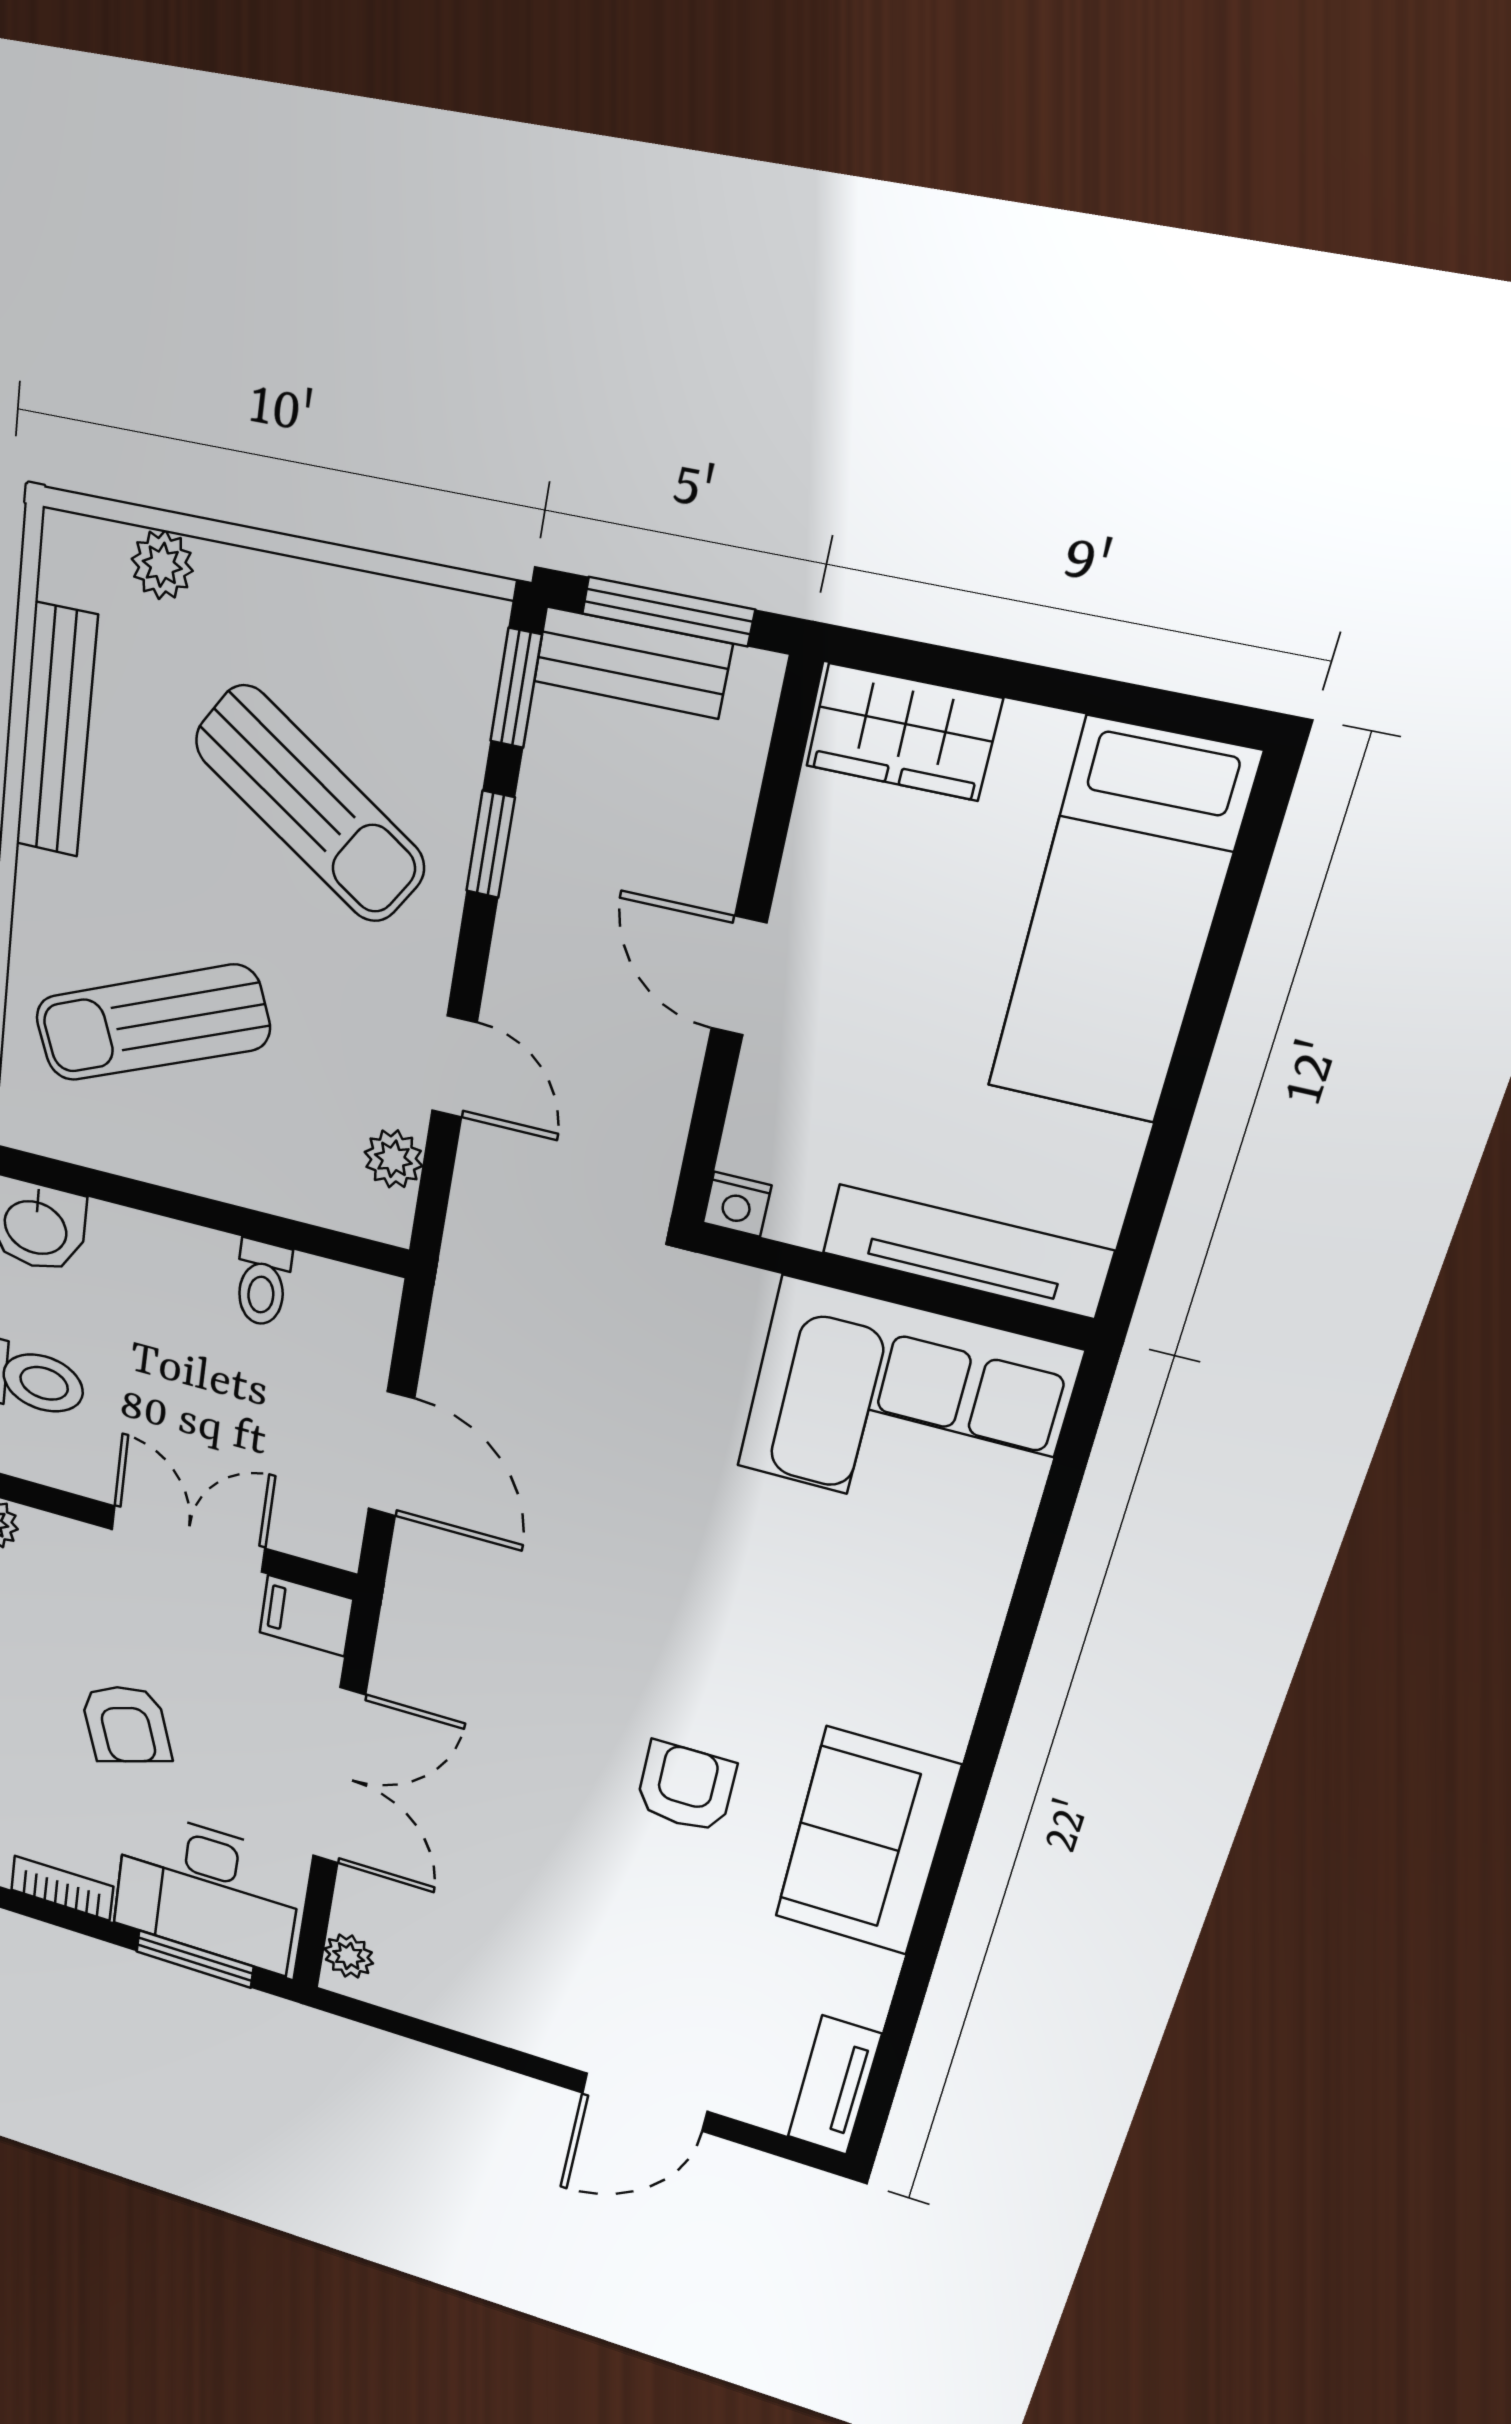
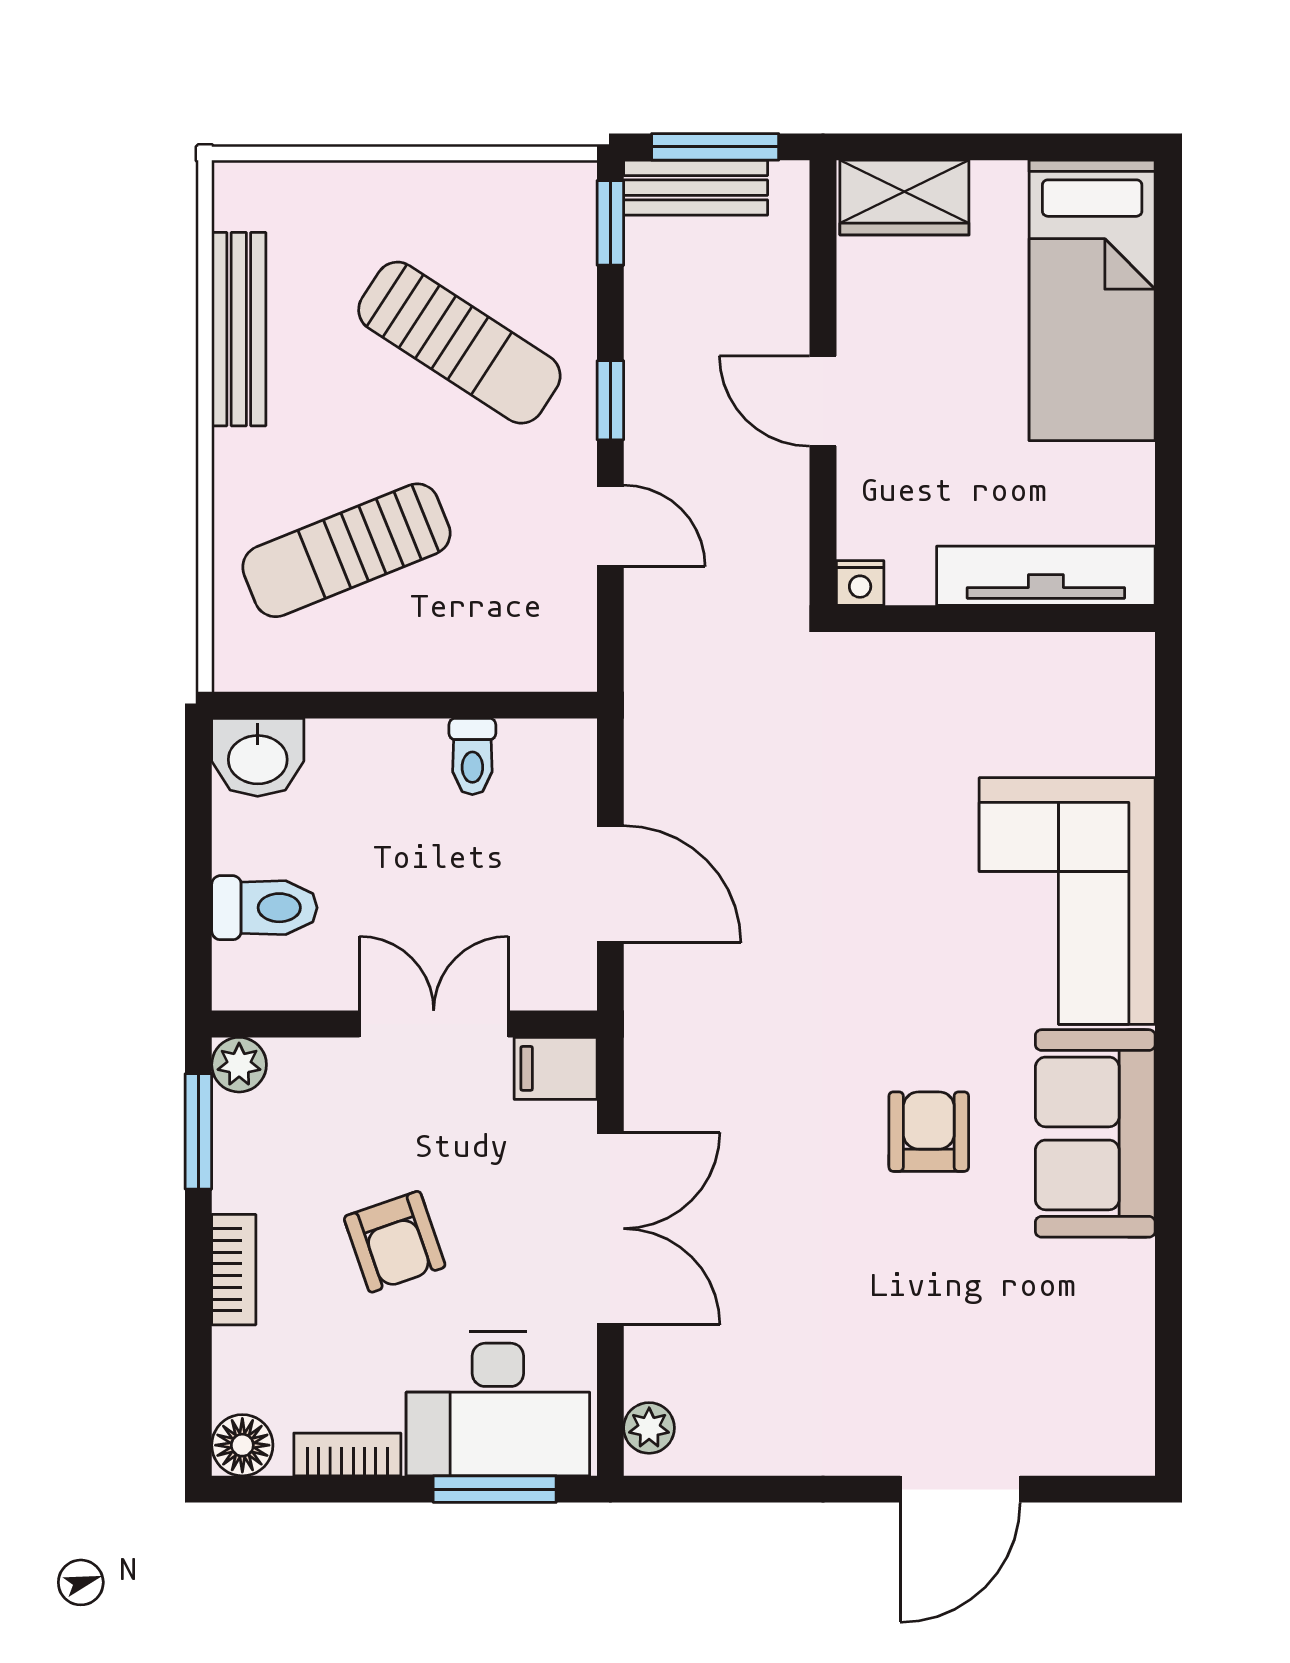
plant: (162, 565) -> (315, 186), removed
window: (491, 844) -> (610, 400), moved
plant: (393, 1159) -> (571, 616), removed
corner sofa: (906, 1409) -> (1067, 901), moved, turned 90
tv unit: (834, 2086) -> (1127, 1402), removed

